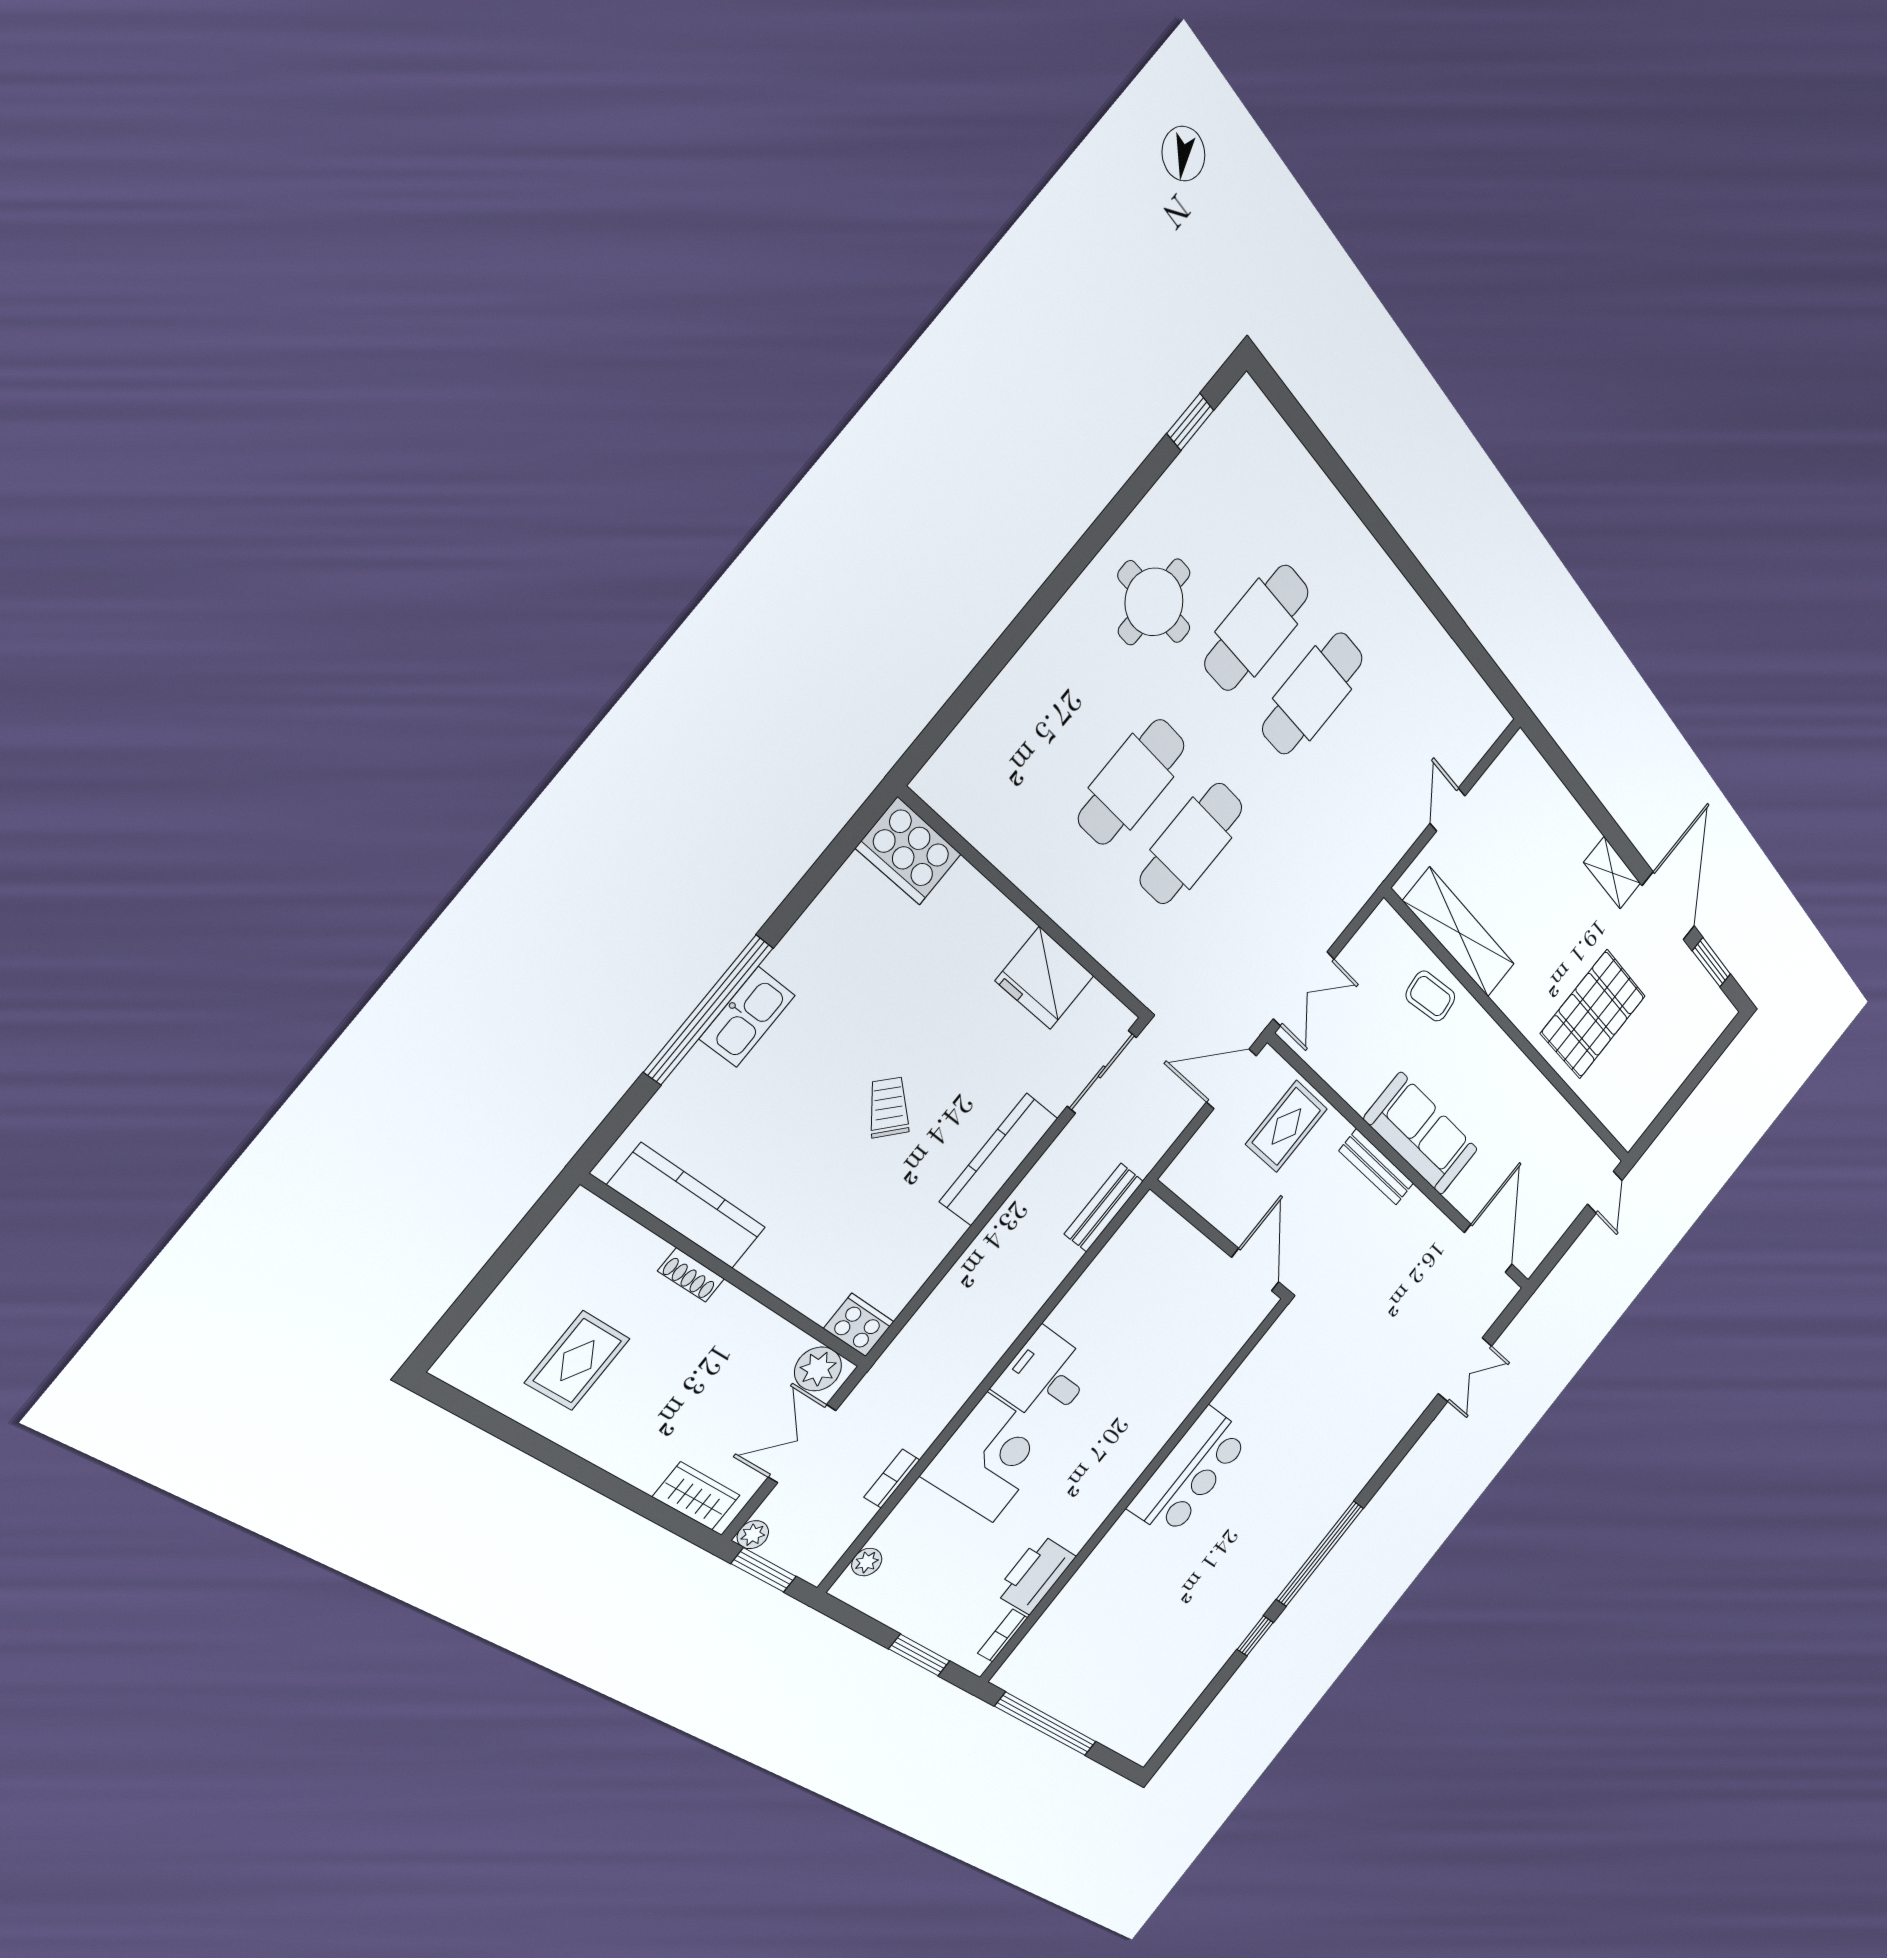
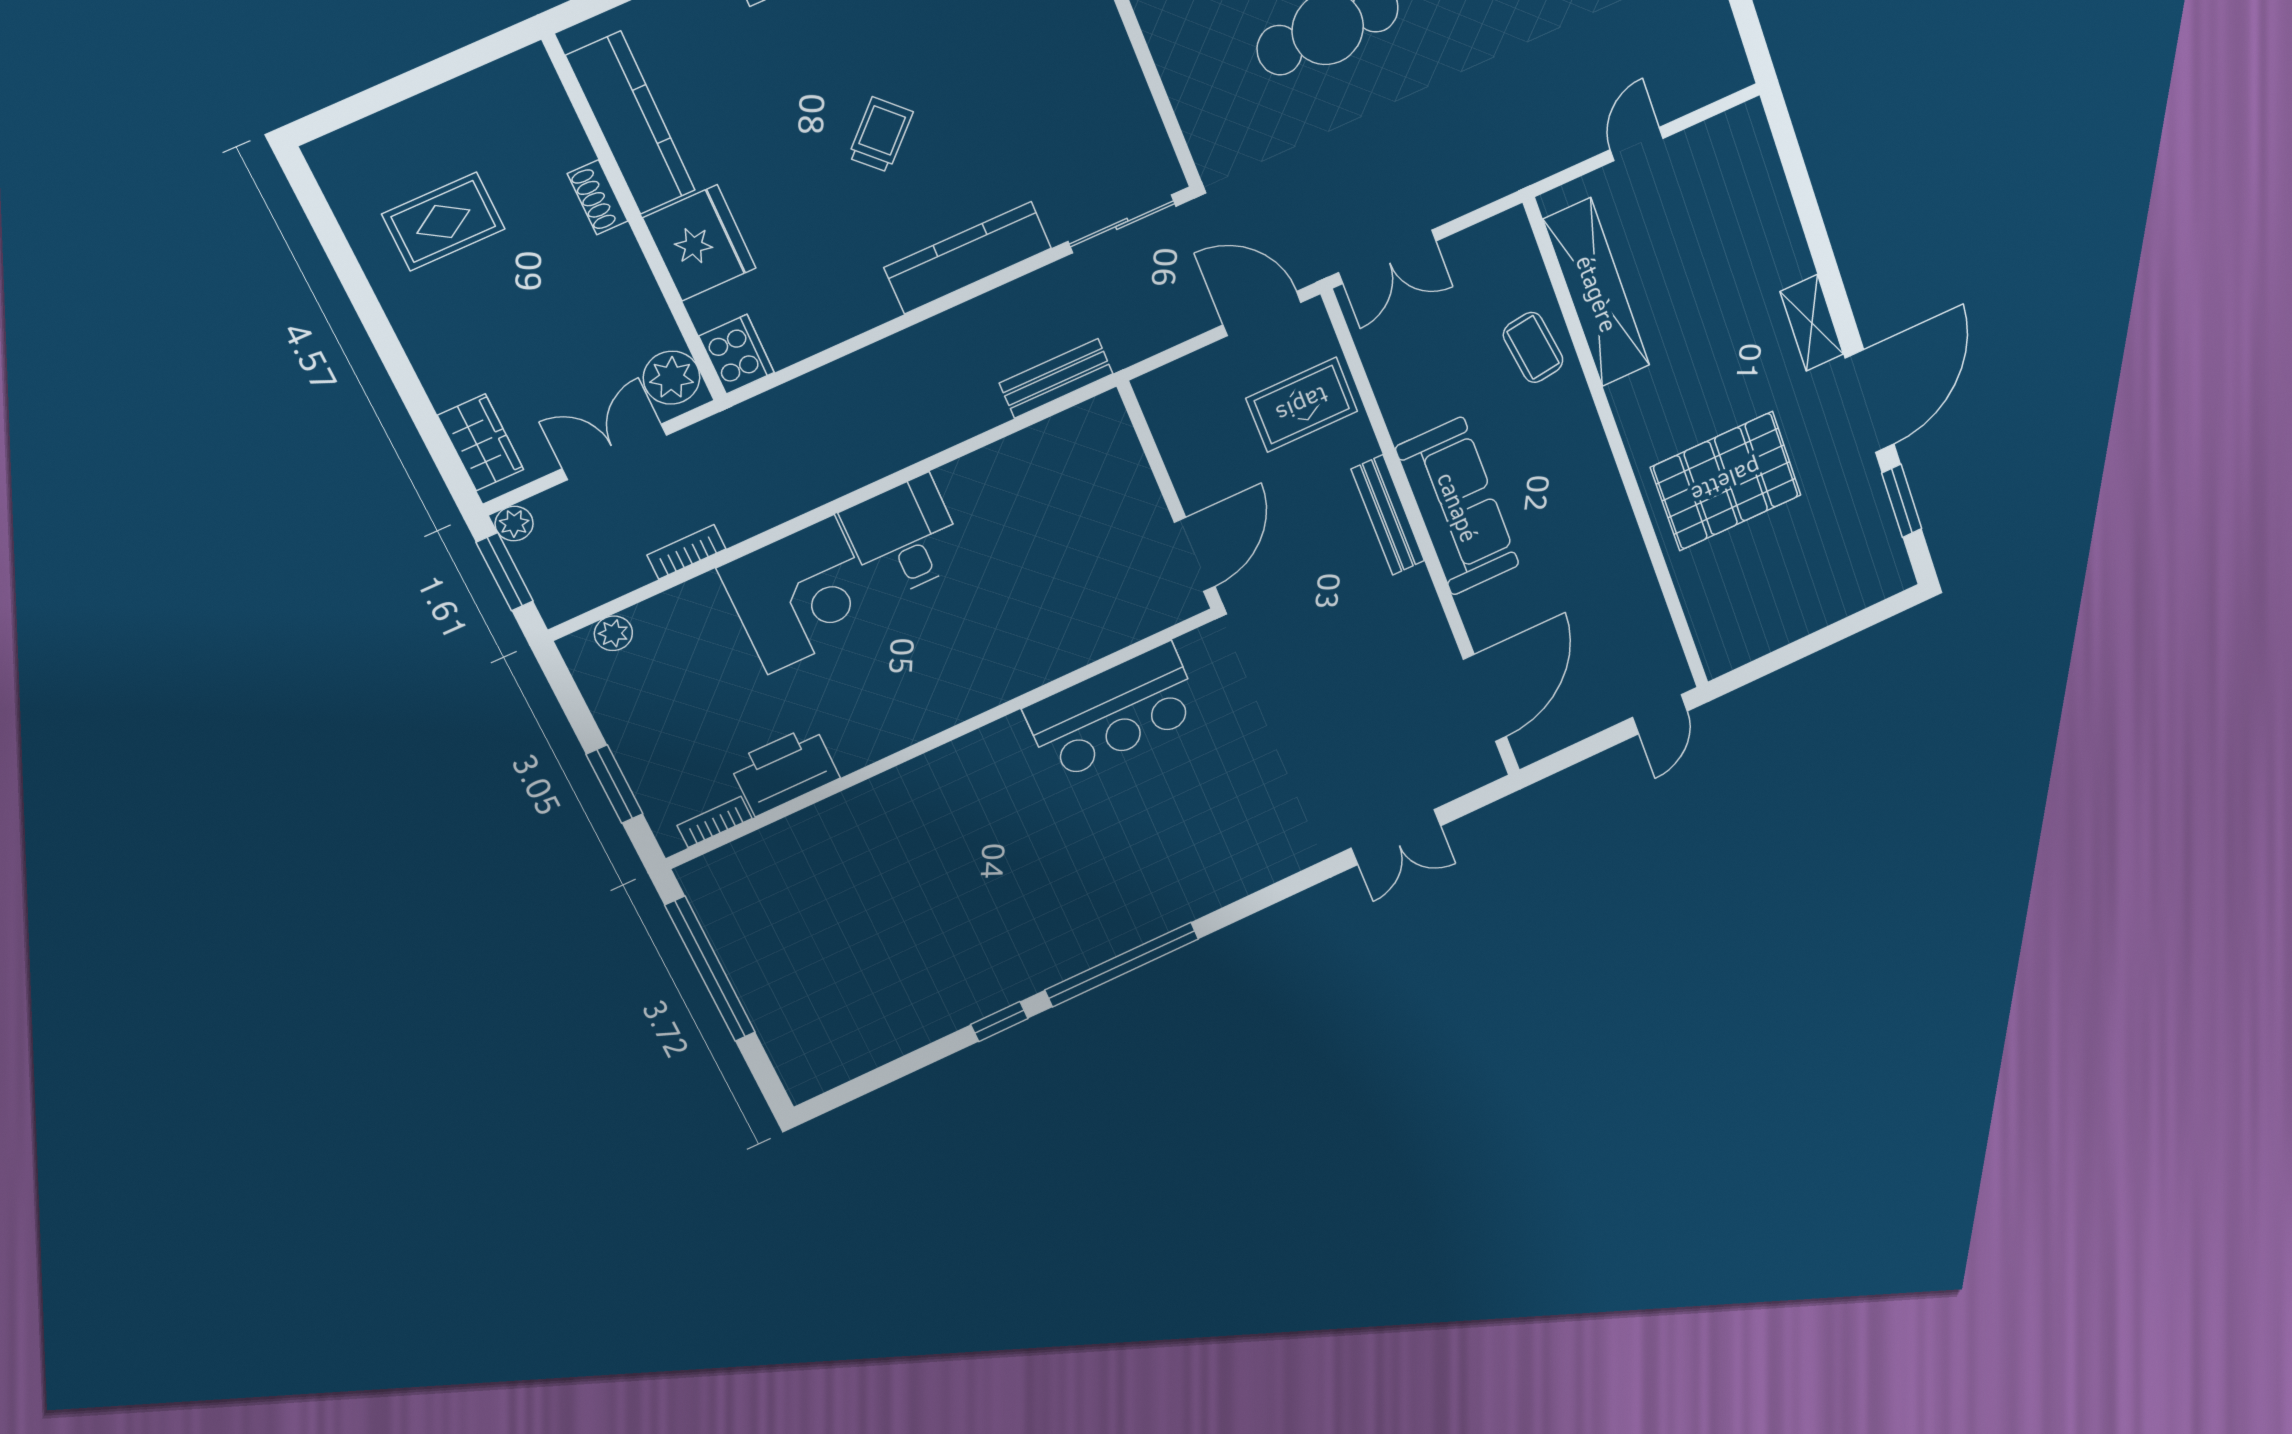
fridge: (1045, 978) -> (699, 243), moved, turned 180
bar counter: (1190, 1472) -> (1113, 712), moved

